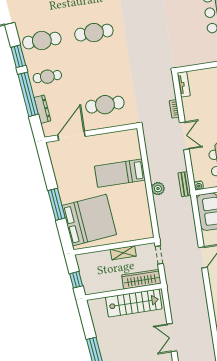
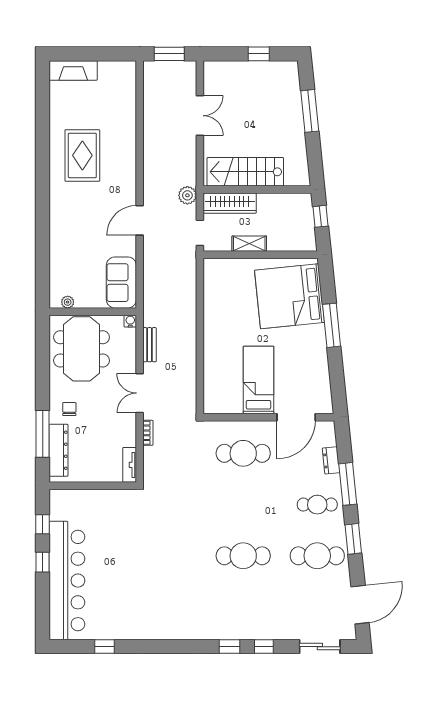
window: (28, 94) -> (348, 484), width x0.68
dresser: (42, 109) -> (331, 460), width x0.70
bed: (120, 173) -> (258, 380), moved, turned -90
bench: (185, 184) -> (150, 345), moved
plant: (158, 189) -> (187, 195), moved

